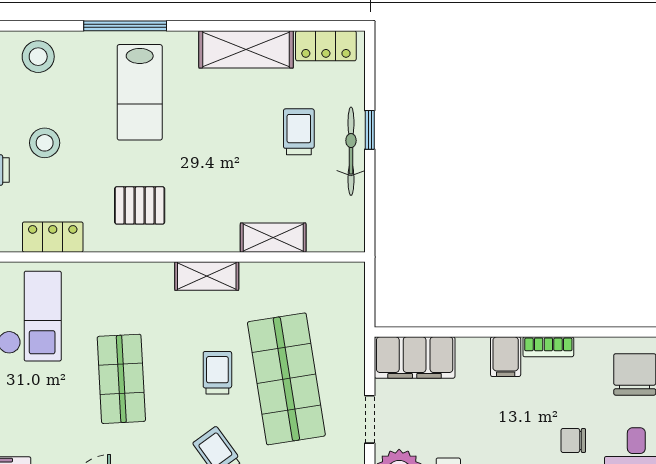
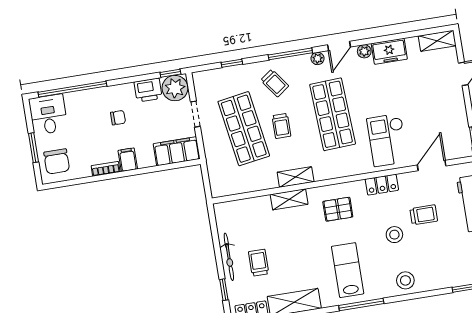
window: (370, 130) -> (224, 290), moved
trolley: (299, 132) -> (259, 263), turned 180
shelving: (273, 238) -> (289, 199), moved
shop shelf: (121, 379) -> (333, 114), width x1.43, depth x1.36
chair: (573, 440) -> (118, 118), moved

